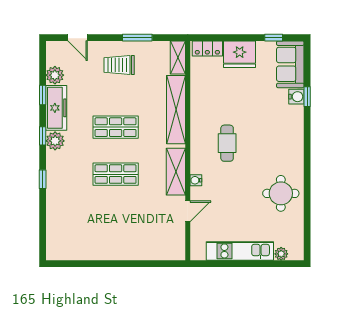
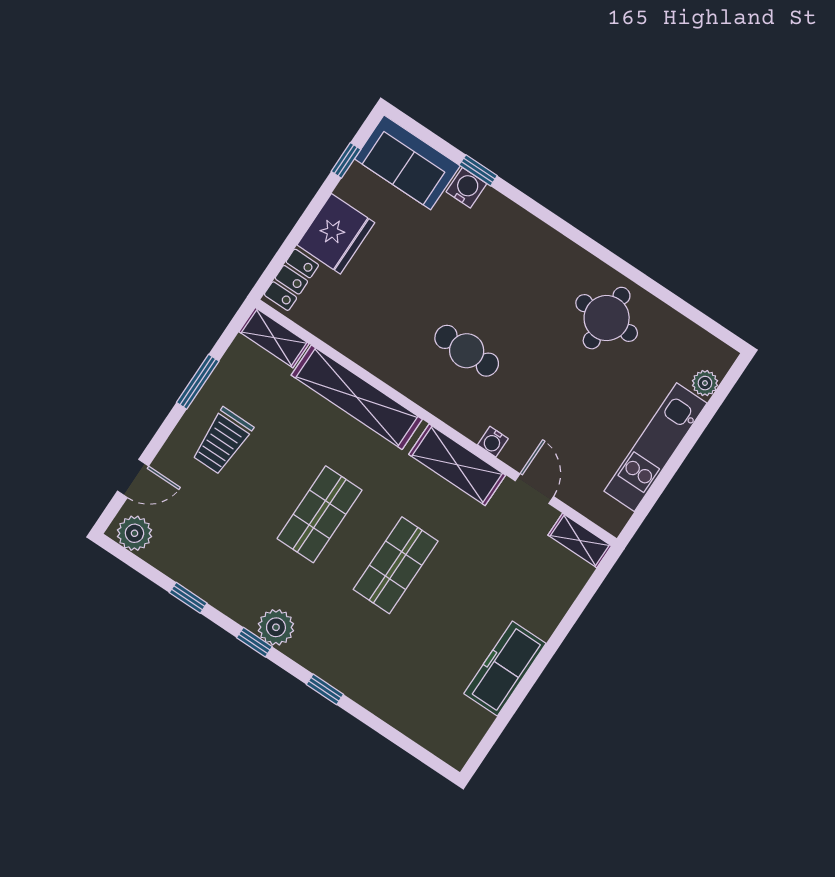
plant: (55, 75) -> (134, 533), moved
freezer: (56, 108) -> (505, 669), moved, turned -90
shelving: (178, 245) -> (580, 541), added

